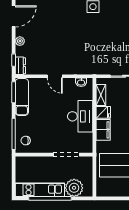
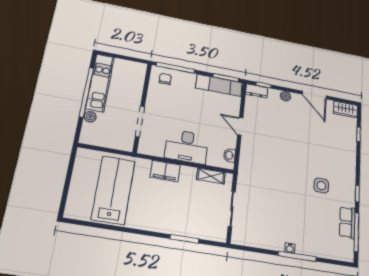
door: (55, 76) -> (240, 126), hinge flipped
fridge: (103, 112) -> (188, 175), removed
plant: (74, 188) -> (90, 117), width x0.53, depth x0.53

